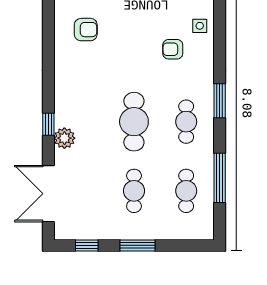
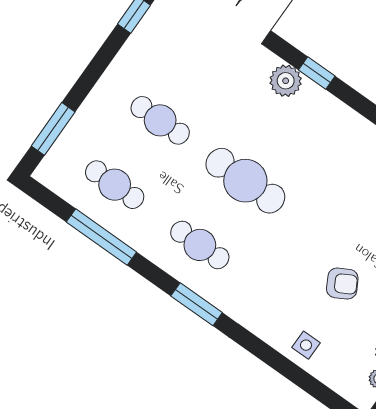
armchair: (173, 49) -> (342, 284), moved, turned 61
window: (137, 245) -> (53, 129), moved

